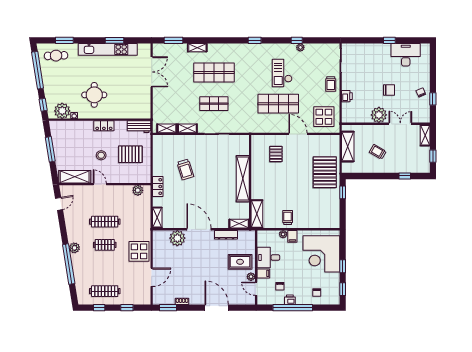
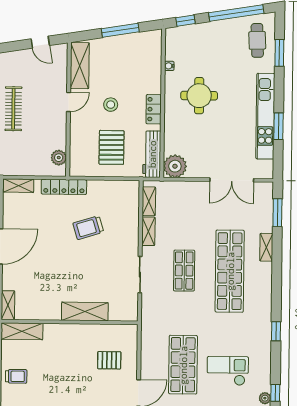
shop shelf: (214, 73) -> (230, 271), width x1.40
plant: (62, 111) -> (175, 166), moved
workbench: (139, 127) -> (152, 154), width x1.38
shelving: (243, 179) -> (85, 312), width x0.68
locker: (158, 186) -> (64, 187), width x1.53

